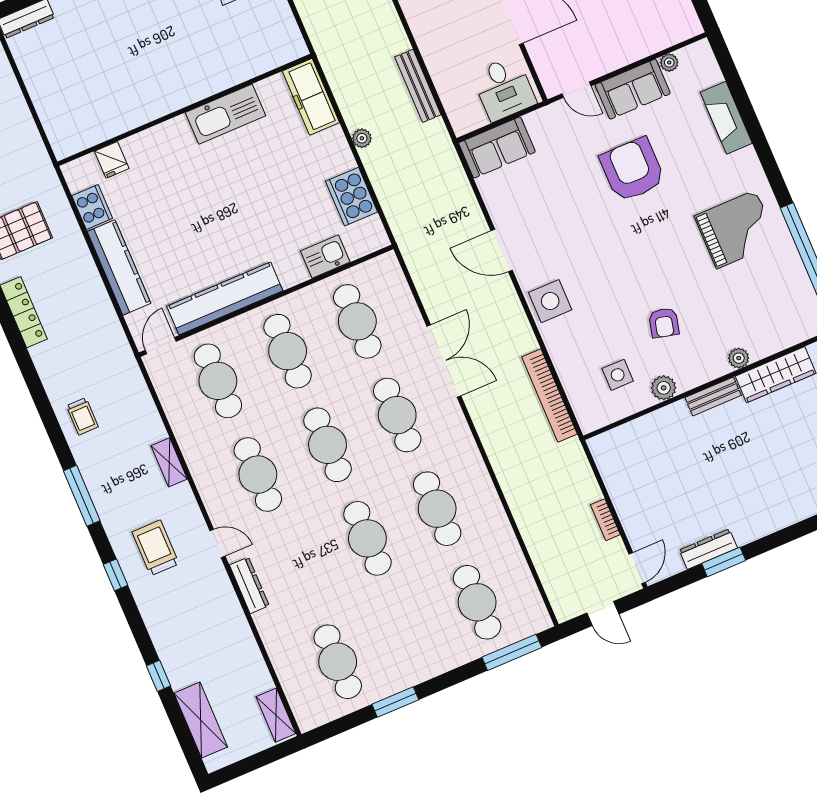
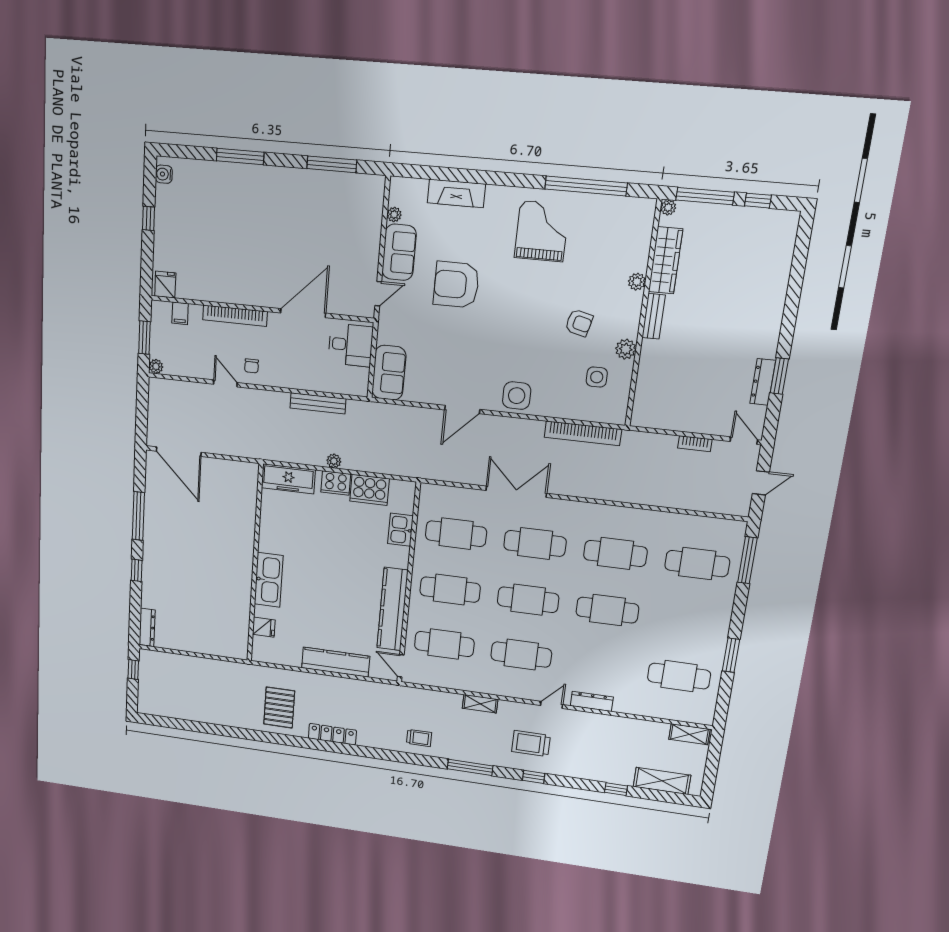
kitchen sink: (226, 114) -> (269, 580), moved
cooker: (92, 207) -> (336, 483), moved, turned 180

